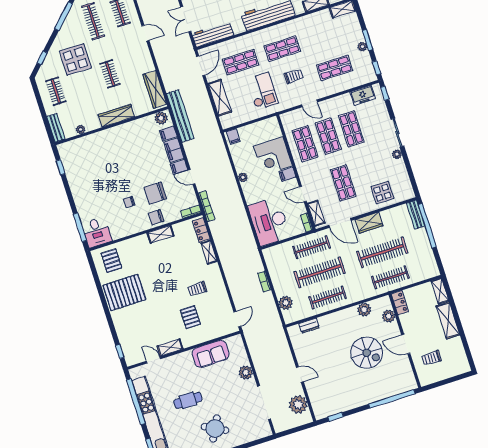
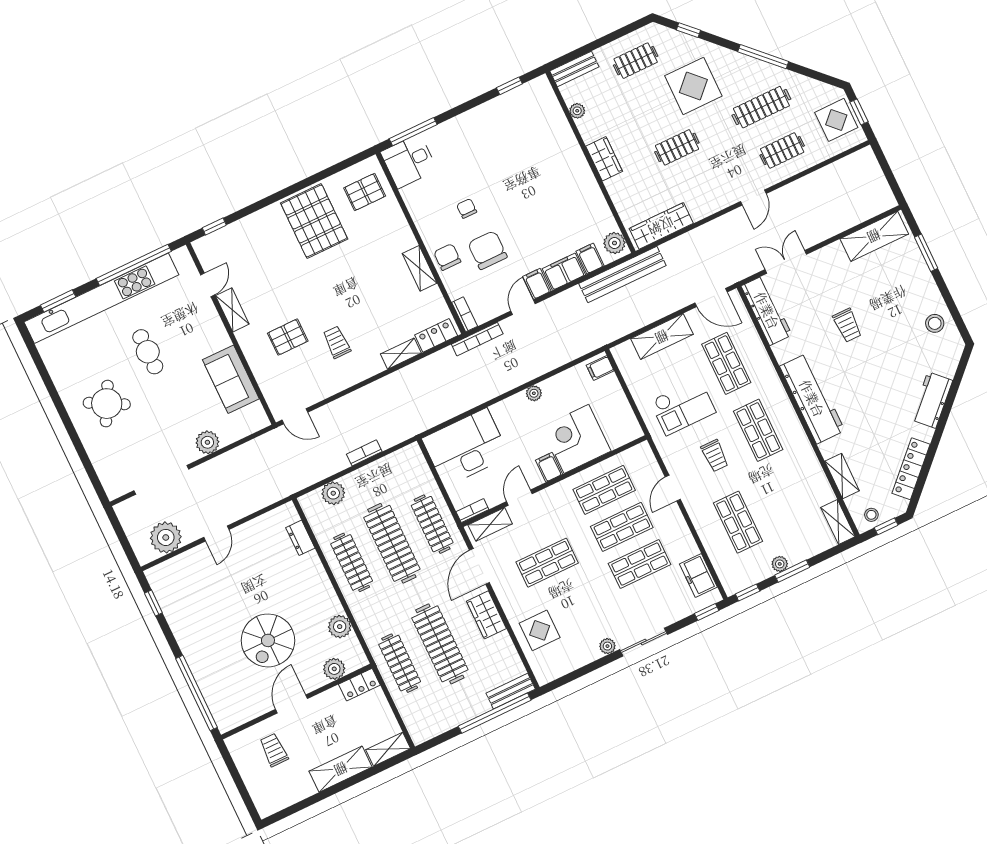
wardrobe: (116, 116) -> (604, 159), width x0.67

